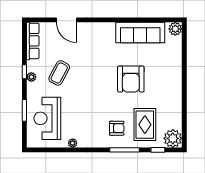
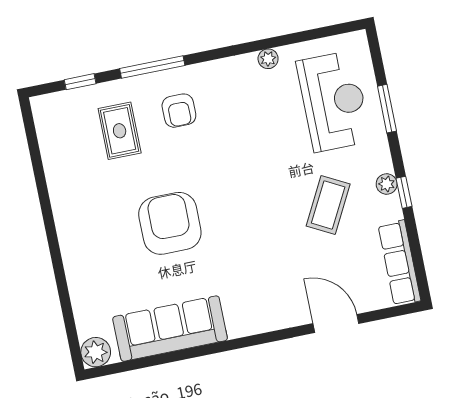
rug: (145, 125) -> (120, 131), width x0.73, depth x0.70
armchair: (117, 128) -> (179, 111), turned -90
plant: (173, 138) -> (53, 113), removed

